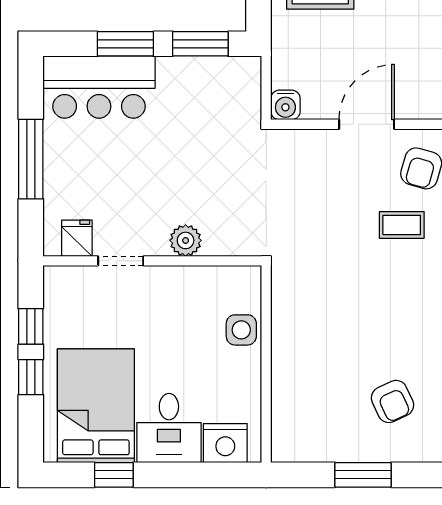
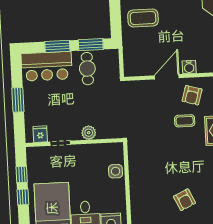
cafe table: (190, 97) -> (87, 69), added
water cooler: (285, 105) -> (189, 67), moved
window: (31, 159) -> (18, 100), width x0.69

